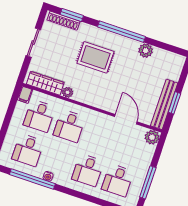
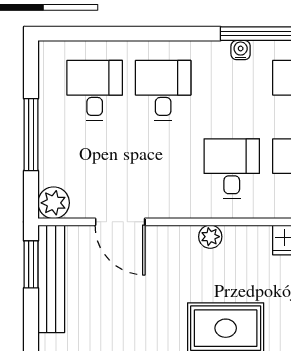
plant: (68, 92) -> (210, 237), moved
window: (174, 103) -> (31, 264), moved
window: (148, 182) -> (31, 135), moved

